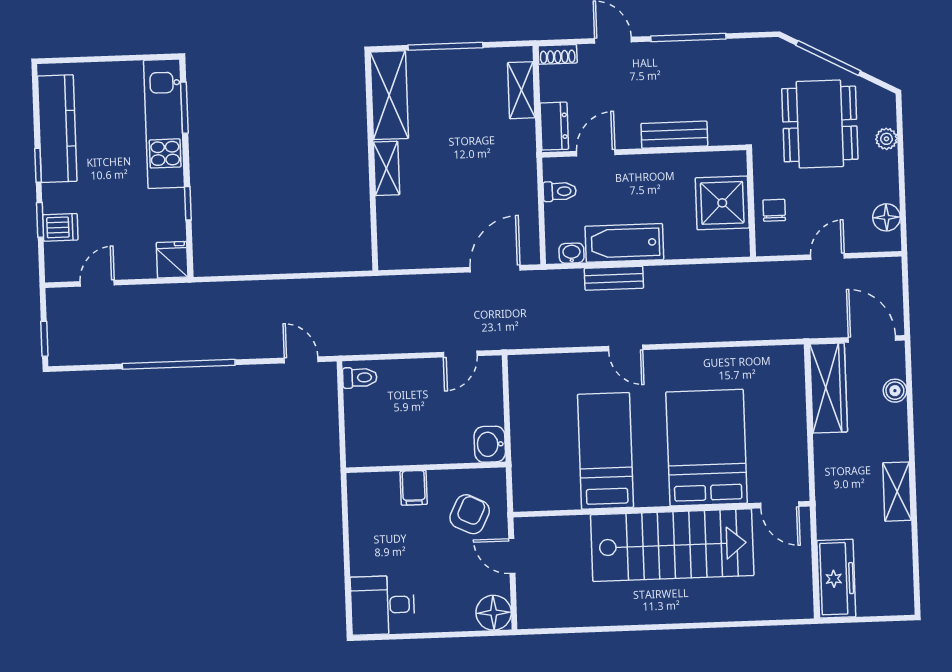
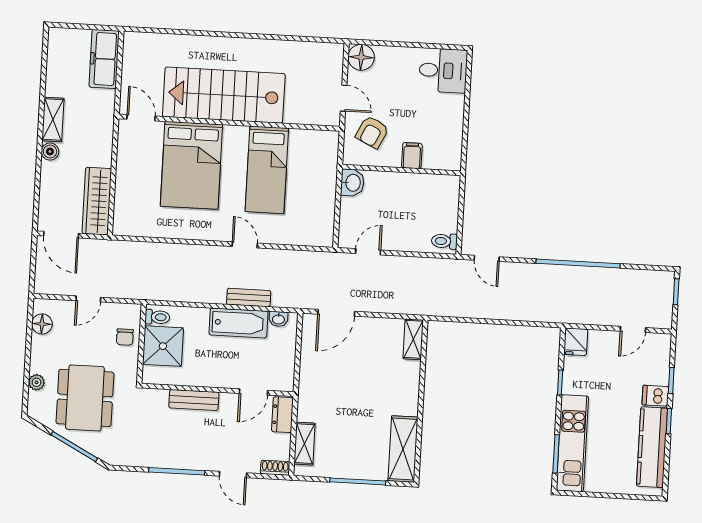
shelving: (386, 168) -> (413, 339), moved
toilet: (560, 191) -> (157, 317), moved, turned 180
dishwasher: (60, 227) -> (655, 396), moved
boiler: (895, 391) -> (50, 152), moved

